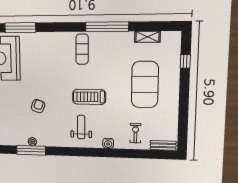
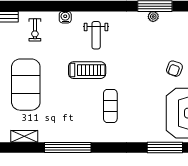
exercise mat: (82, 49) -> (110, 106), moved
armchair: (38, 106) -> (174, 69), moved

